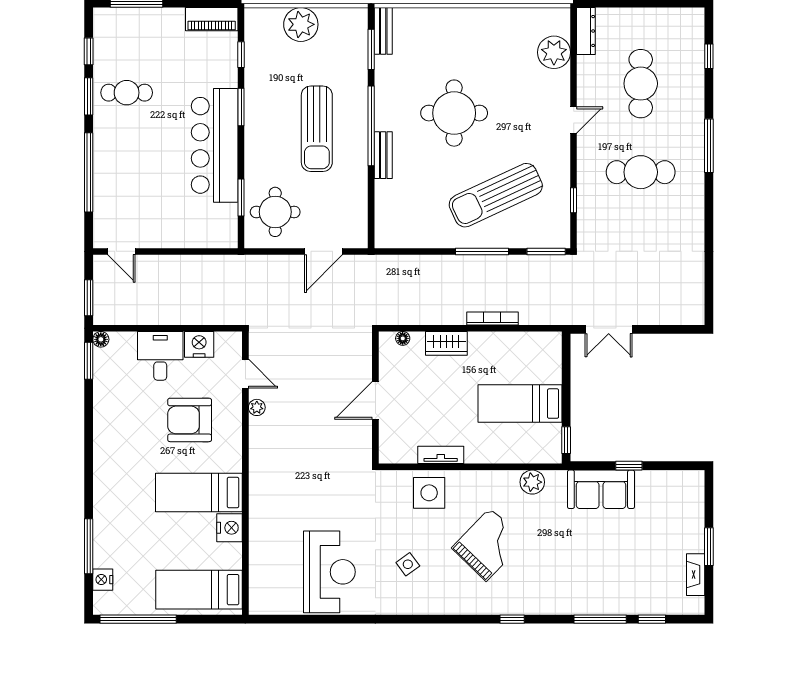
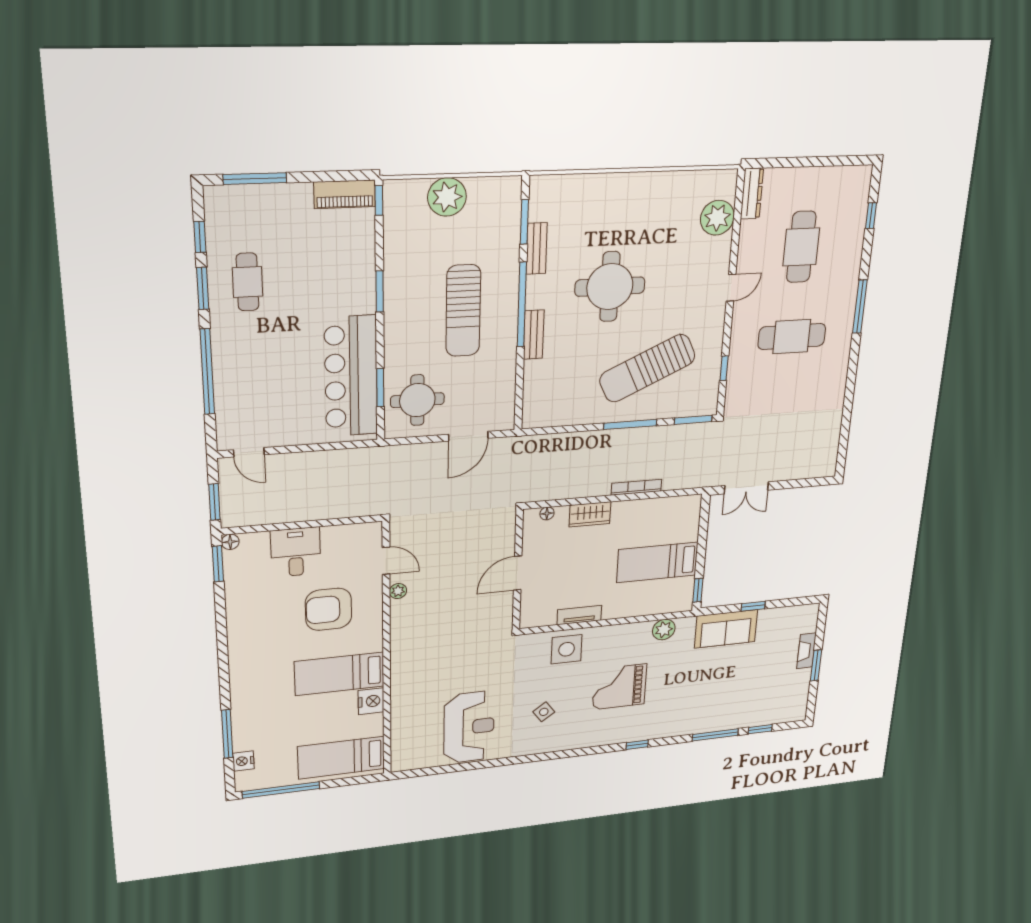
bench: (383, 31) -> (537, 249), moved
window: (241, 55) -> (379, 200), moved
cafe table: (127, 93) -> (247, 282), turned 90
bar counter: (215, 145) -> (351, 376), moved
nightstand: (199, 344) -> (337, 537), removed
grand piano: (488, 545) -> (620, 687), turned -134
fireplace: (696, 575) -> (806, 651), moved

